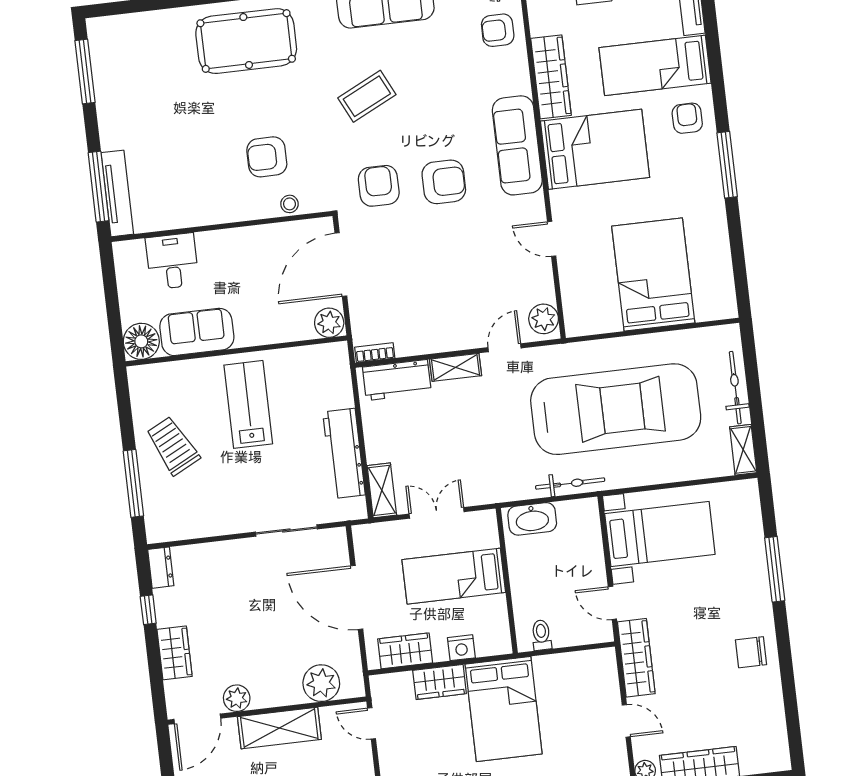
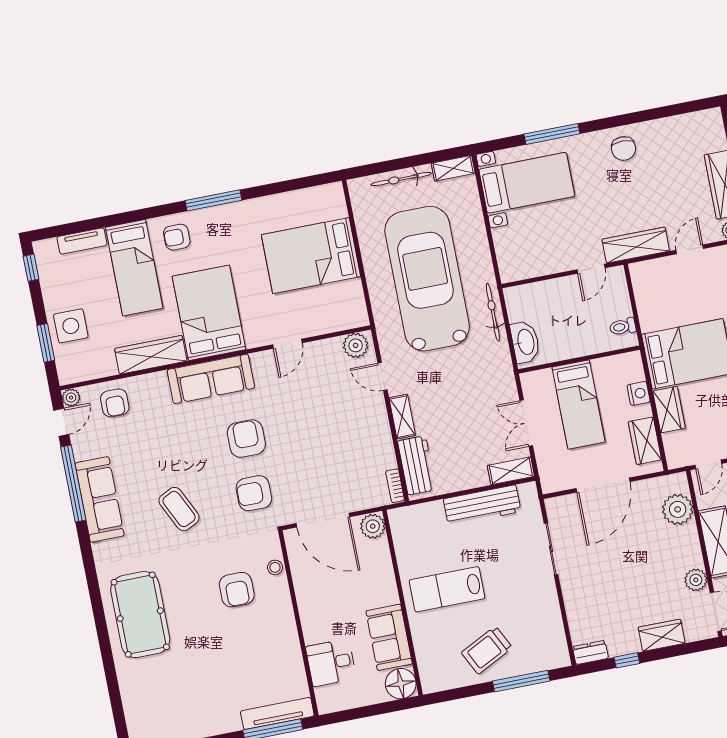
bed with nightstands: (660, 534) -> (527, 183), moved, turned 90

